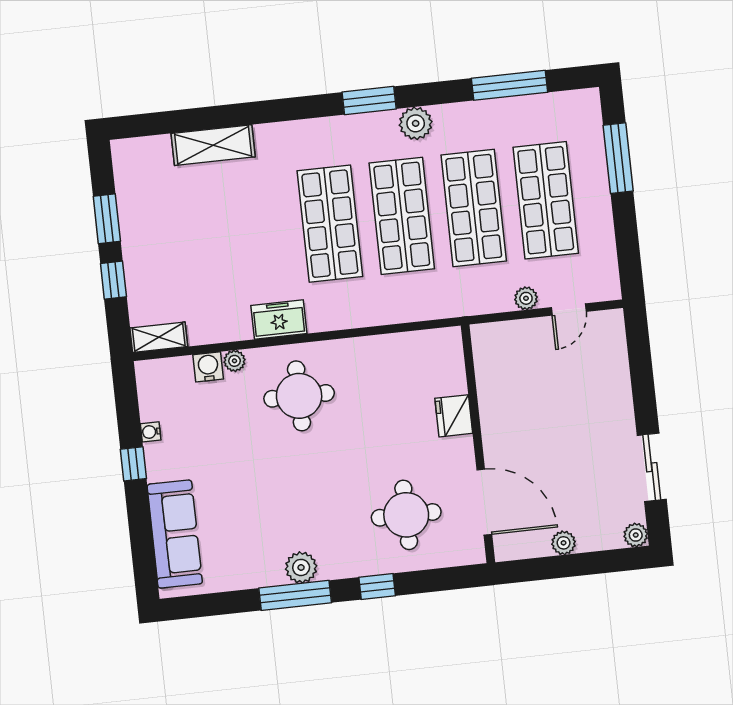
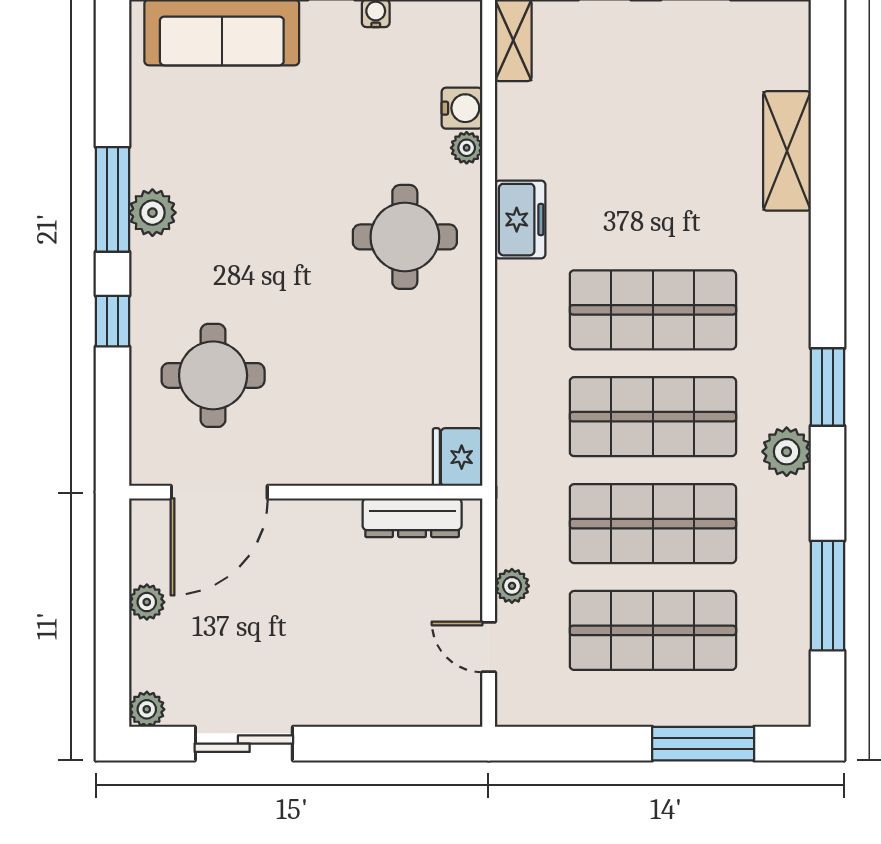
dresser: (487, 370) -> (412, 518), added
fridge: (454, 416) -> (458, 457), moved, turned -90

